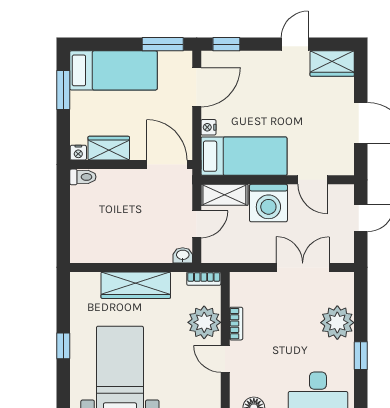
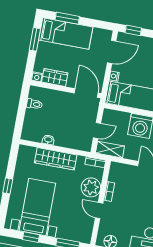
window: (163, 44) -> (67, 18), moved
toilet: (83, 177) -> (34, 104), moved
shelving: (224, 195) -> (110, 150), moved
washbasin: (183, 255) -> (48, 140), moved

